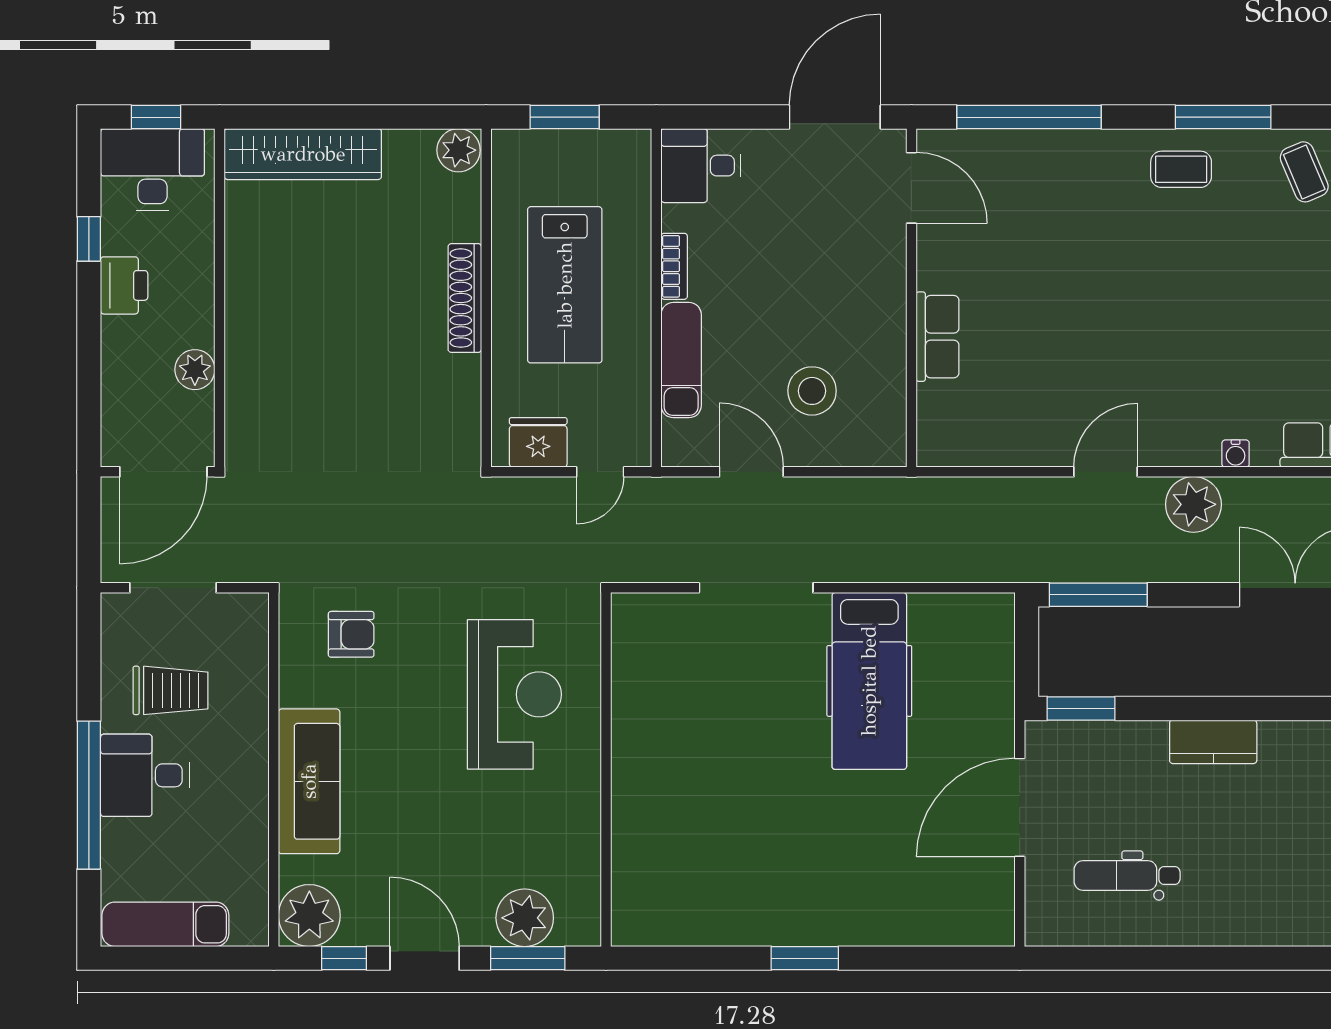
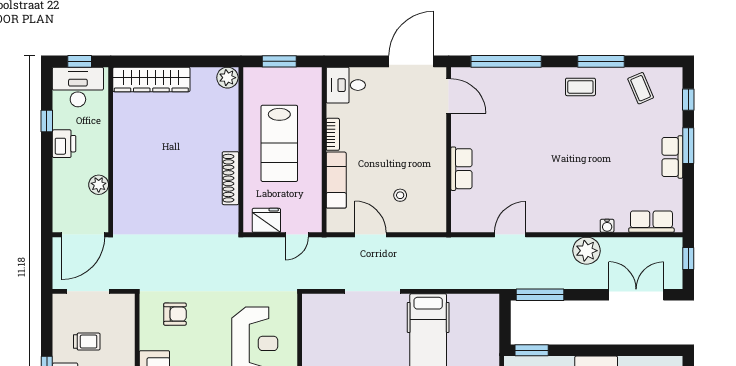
shoe rack: (465, 298) -> (231, 178), moved
stool: (812, 391) -> (400, 195), width x0.53, depth x0.53
door: (1106, 472) -> (510, 235), moved
trolley: (171, 690) -> (87, 342), width x0.73, depth x0.72

